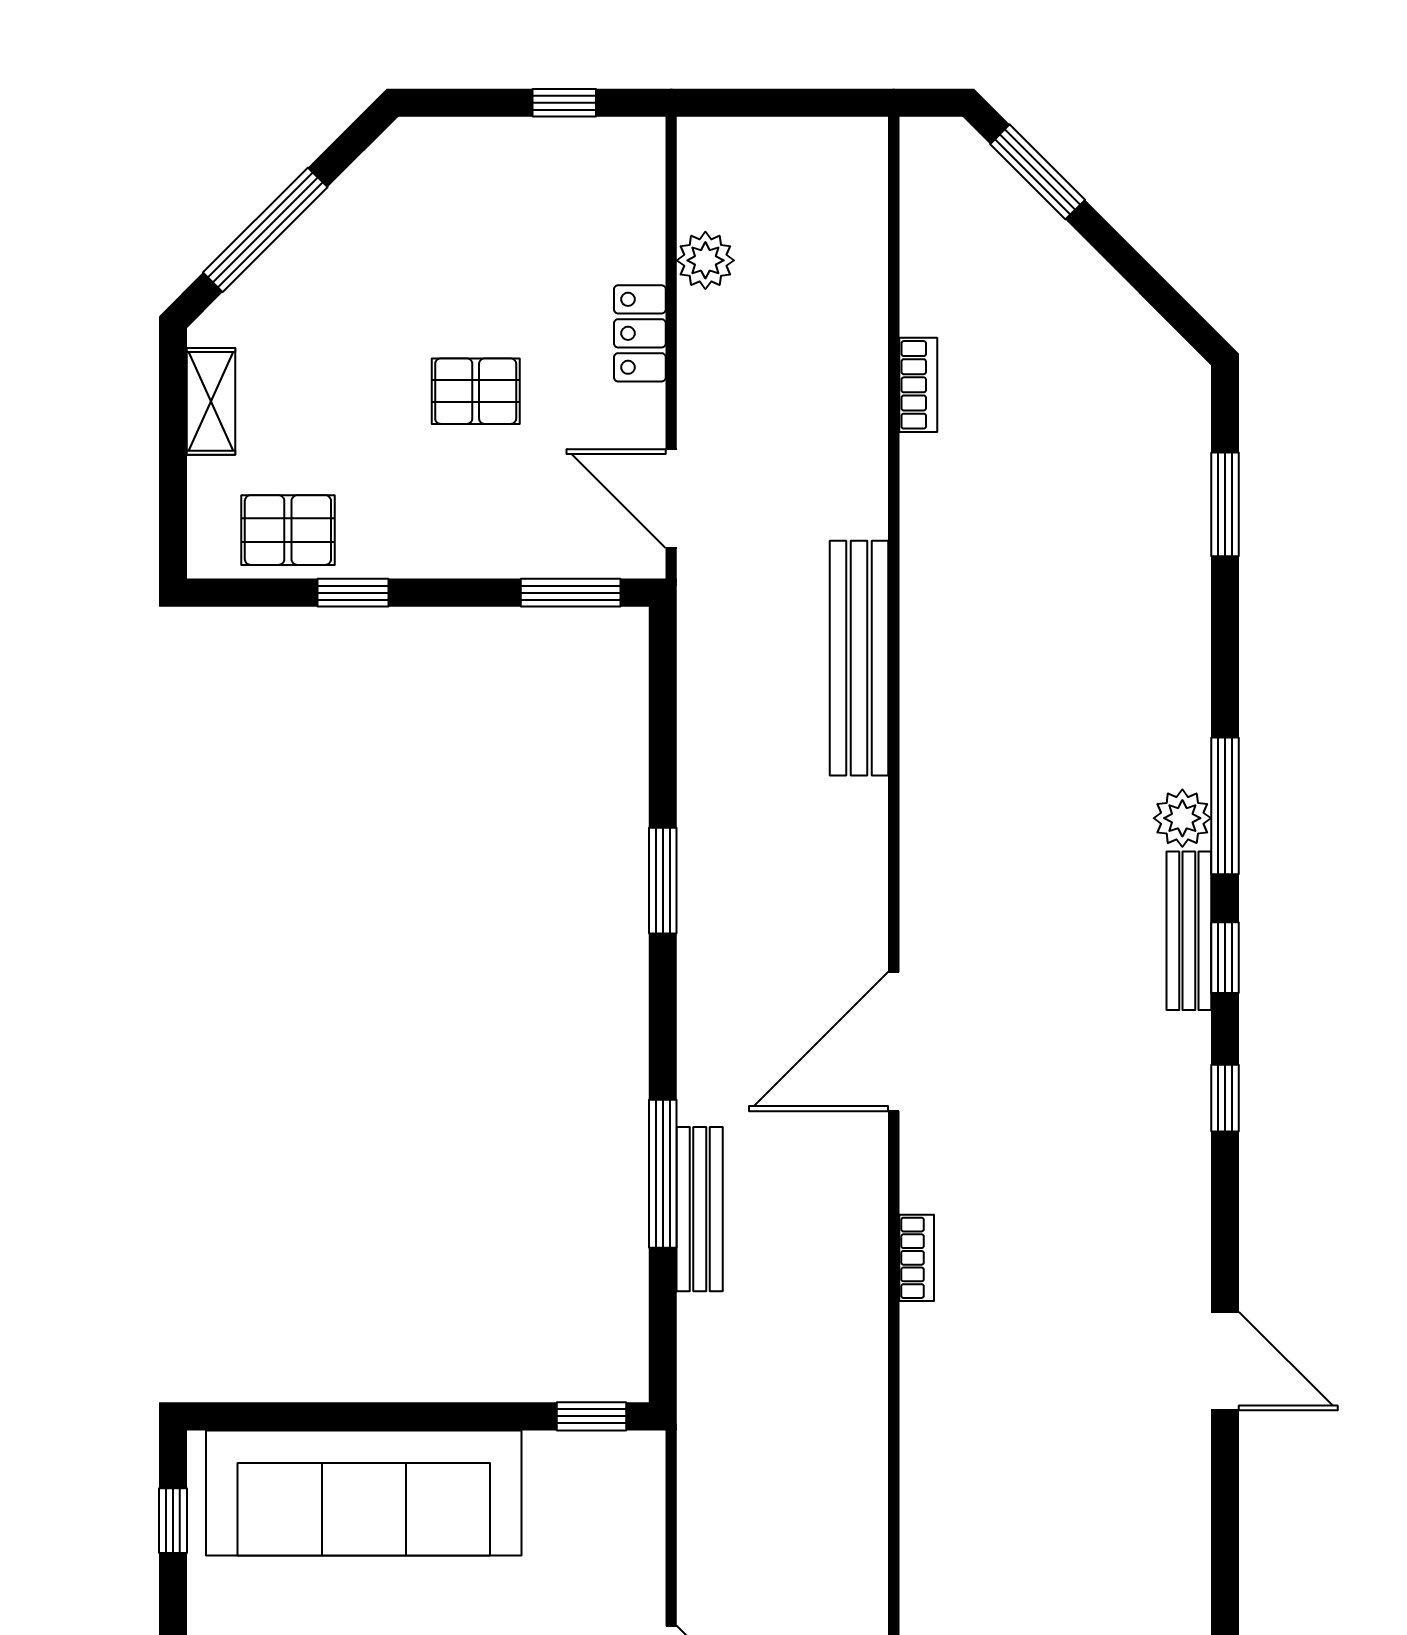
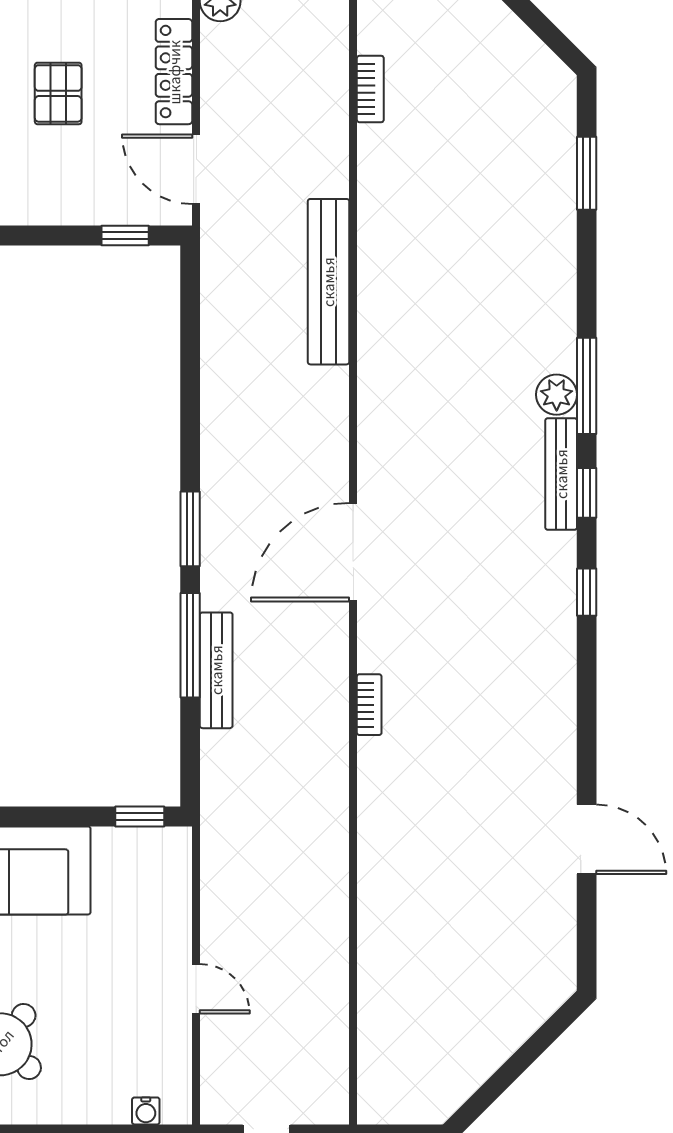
locker: (640, 333) -> (174, 72), width x1.53
pallet: (476, 391) -> (58, 93), turned 90
window: (571, 593) -> (125, 236), width x0.67
window: (663, 881) -> (190, 529), moved
door: (1225, 1361) -> (587, 839), moved

